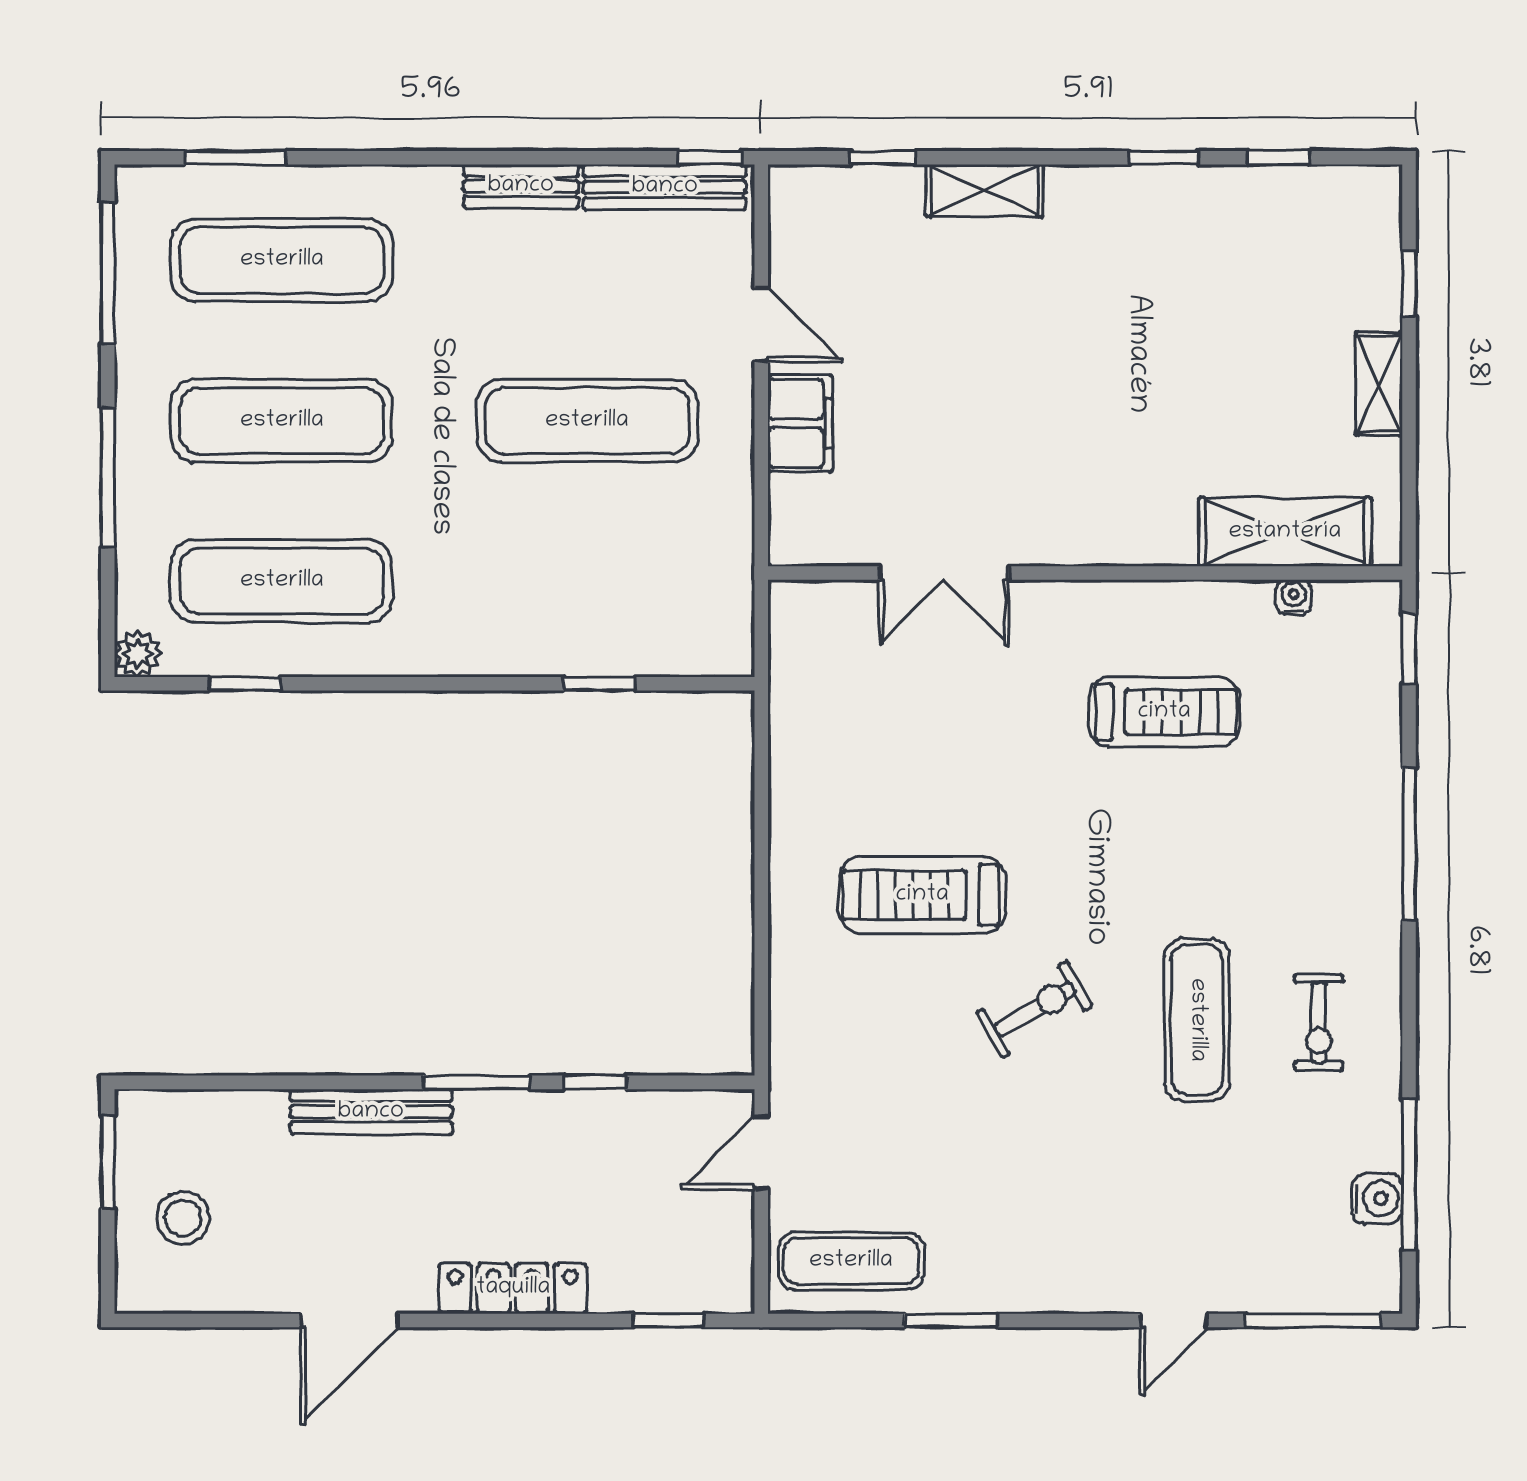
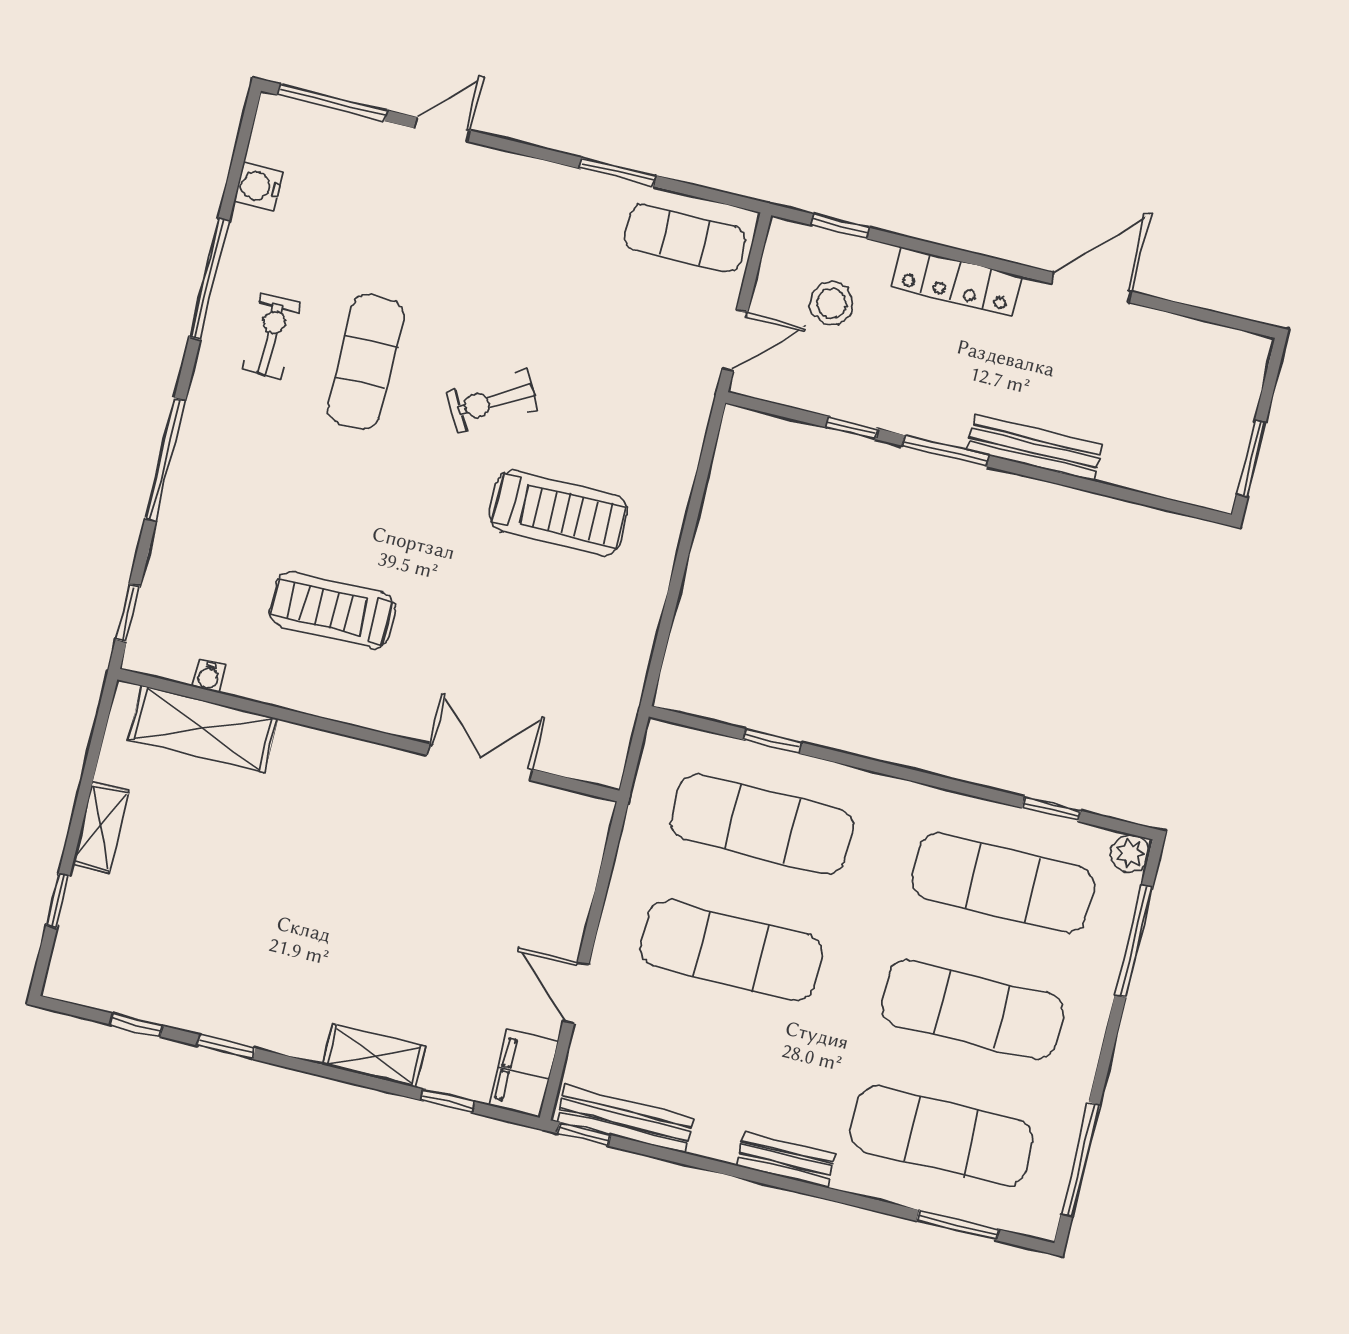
bench: (521, 186) -> (786, 1159), moved
filing cabinet: (800, 423) -> (524, 1073), moved
window: (108, 478) -> (1134, 941), moved
exercise mat: (587, 581) -> (762, 824), added
window: (1409, 1175) -> (209, 279), moved
stool: (183, 1218) -> (832, 303), moved

